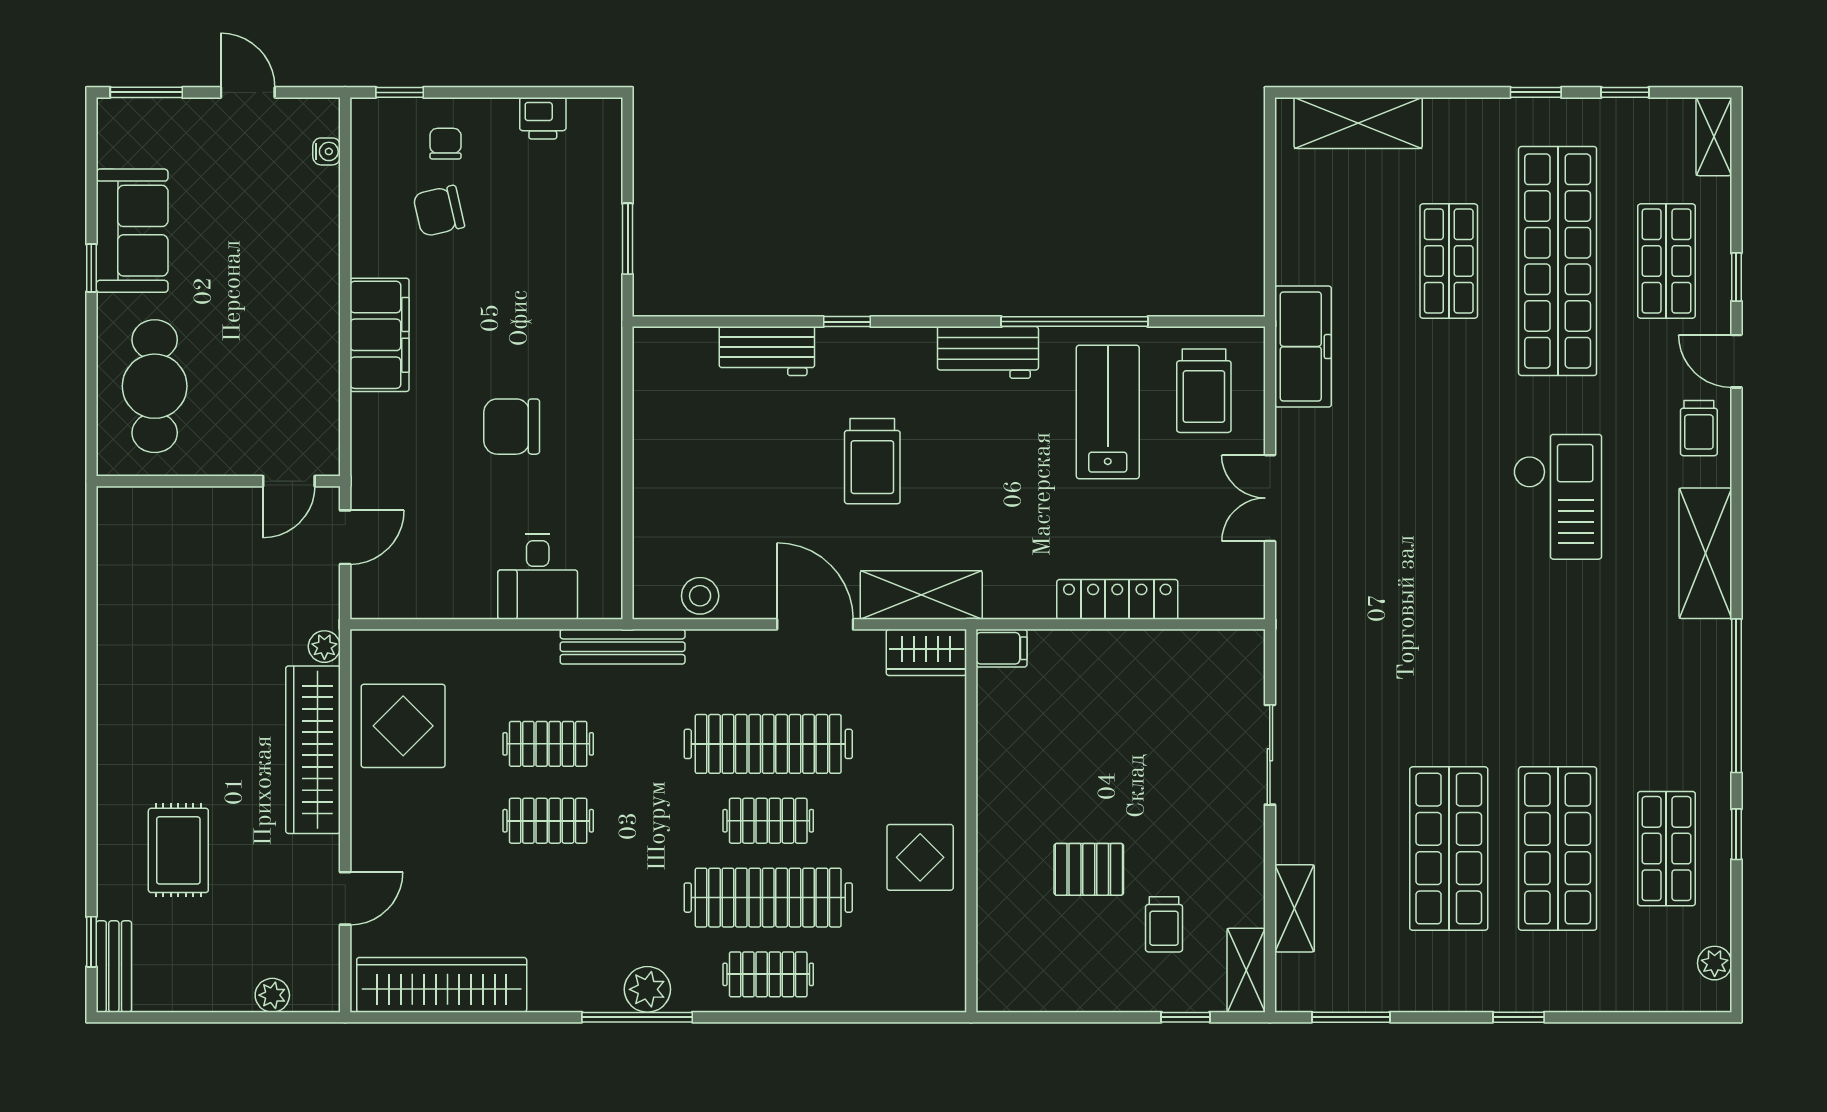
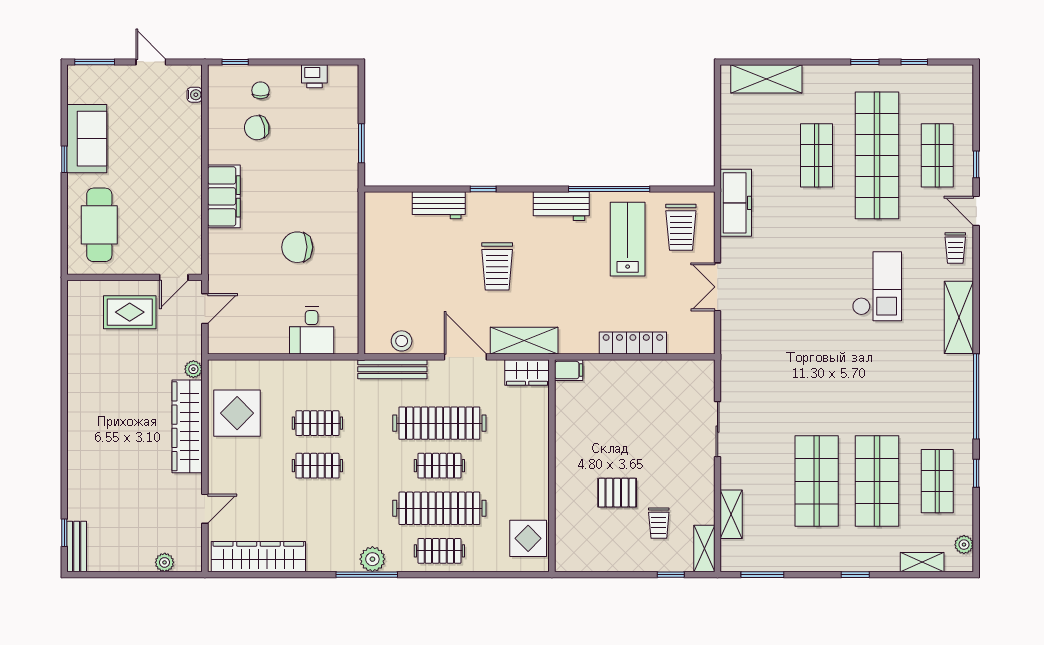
shelving: (1714, 137) -> (922, 562), moved, turned 90
bench: (623, 647) -> (392, 369), moved
rug: (178, 850) -> (130, 312), moved, turned 90
display table: (920, 857) -> (528, 538), moved

